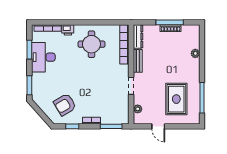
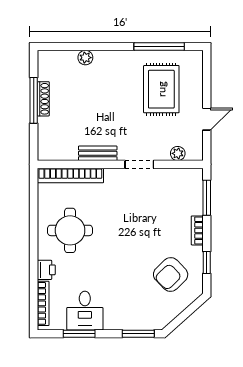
dresser: (138, 36) -> (57, 153), removed
desk: (43, 57) -> (85, 311), width x0.73
rug: (176, 99) -> (161, 89), turned 90
armchair: (65, 105) -> (171, 274), turned 77

